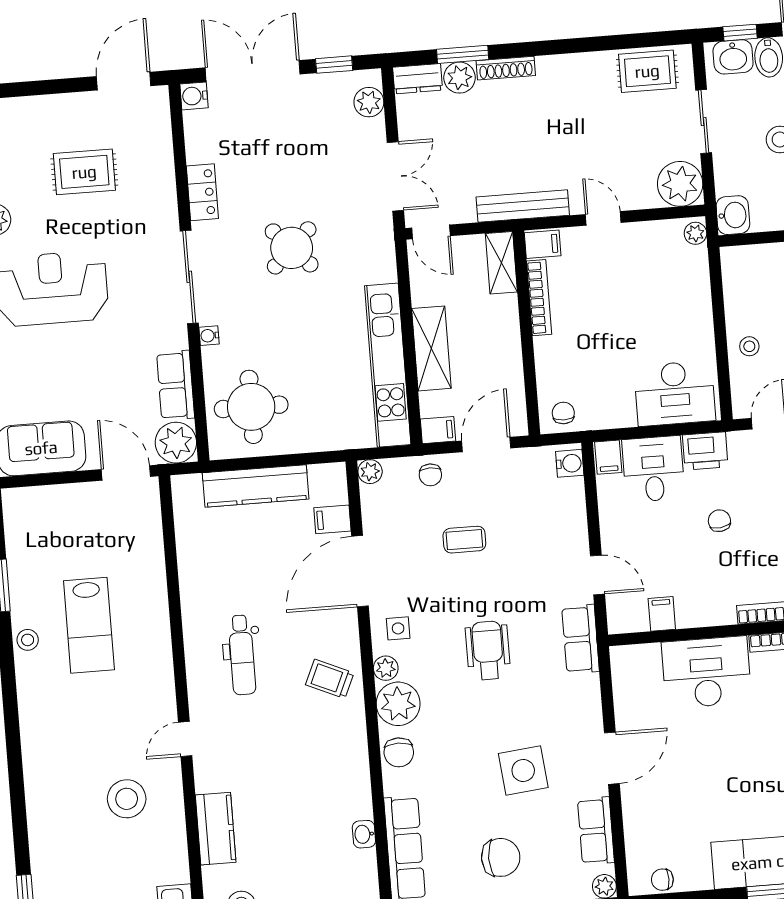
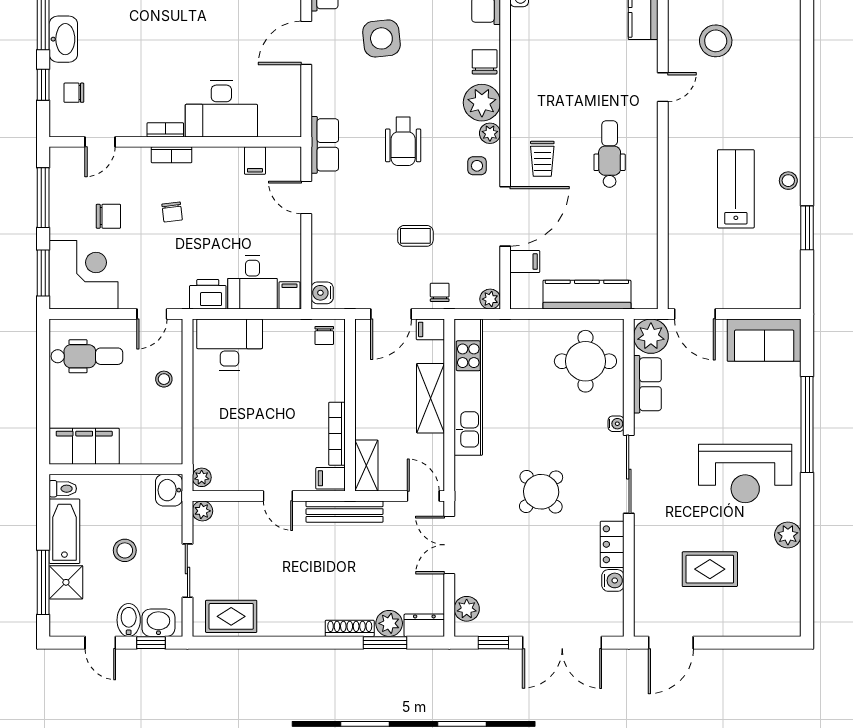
water cooler: (194, 96) -> (613, 580), moved
plant: (680, 184) -> (202, 511), width x0.53, depth x0.53
chair: (719, 521) -> (172, 212), moved
trolley: (330, 679) -> (542, 159), moved, turned 66

